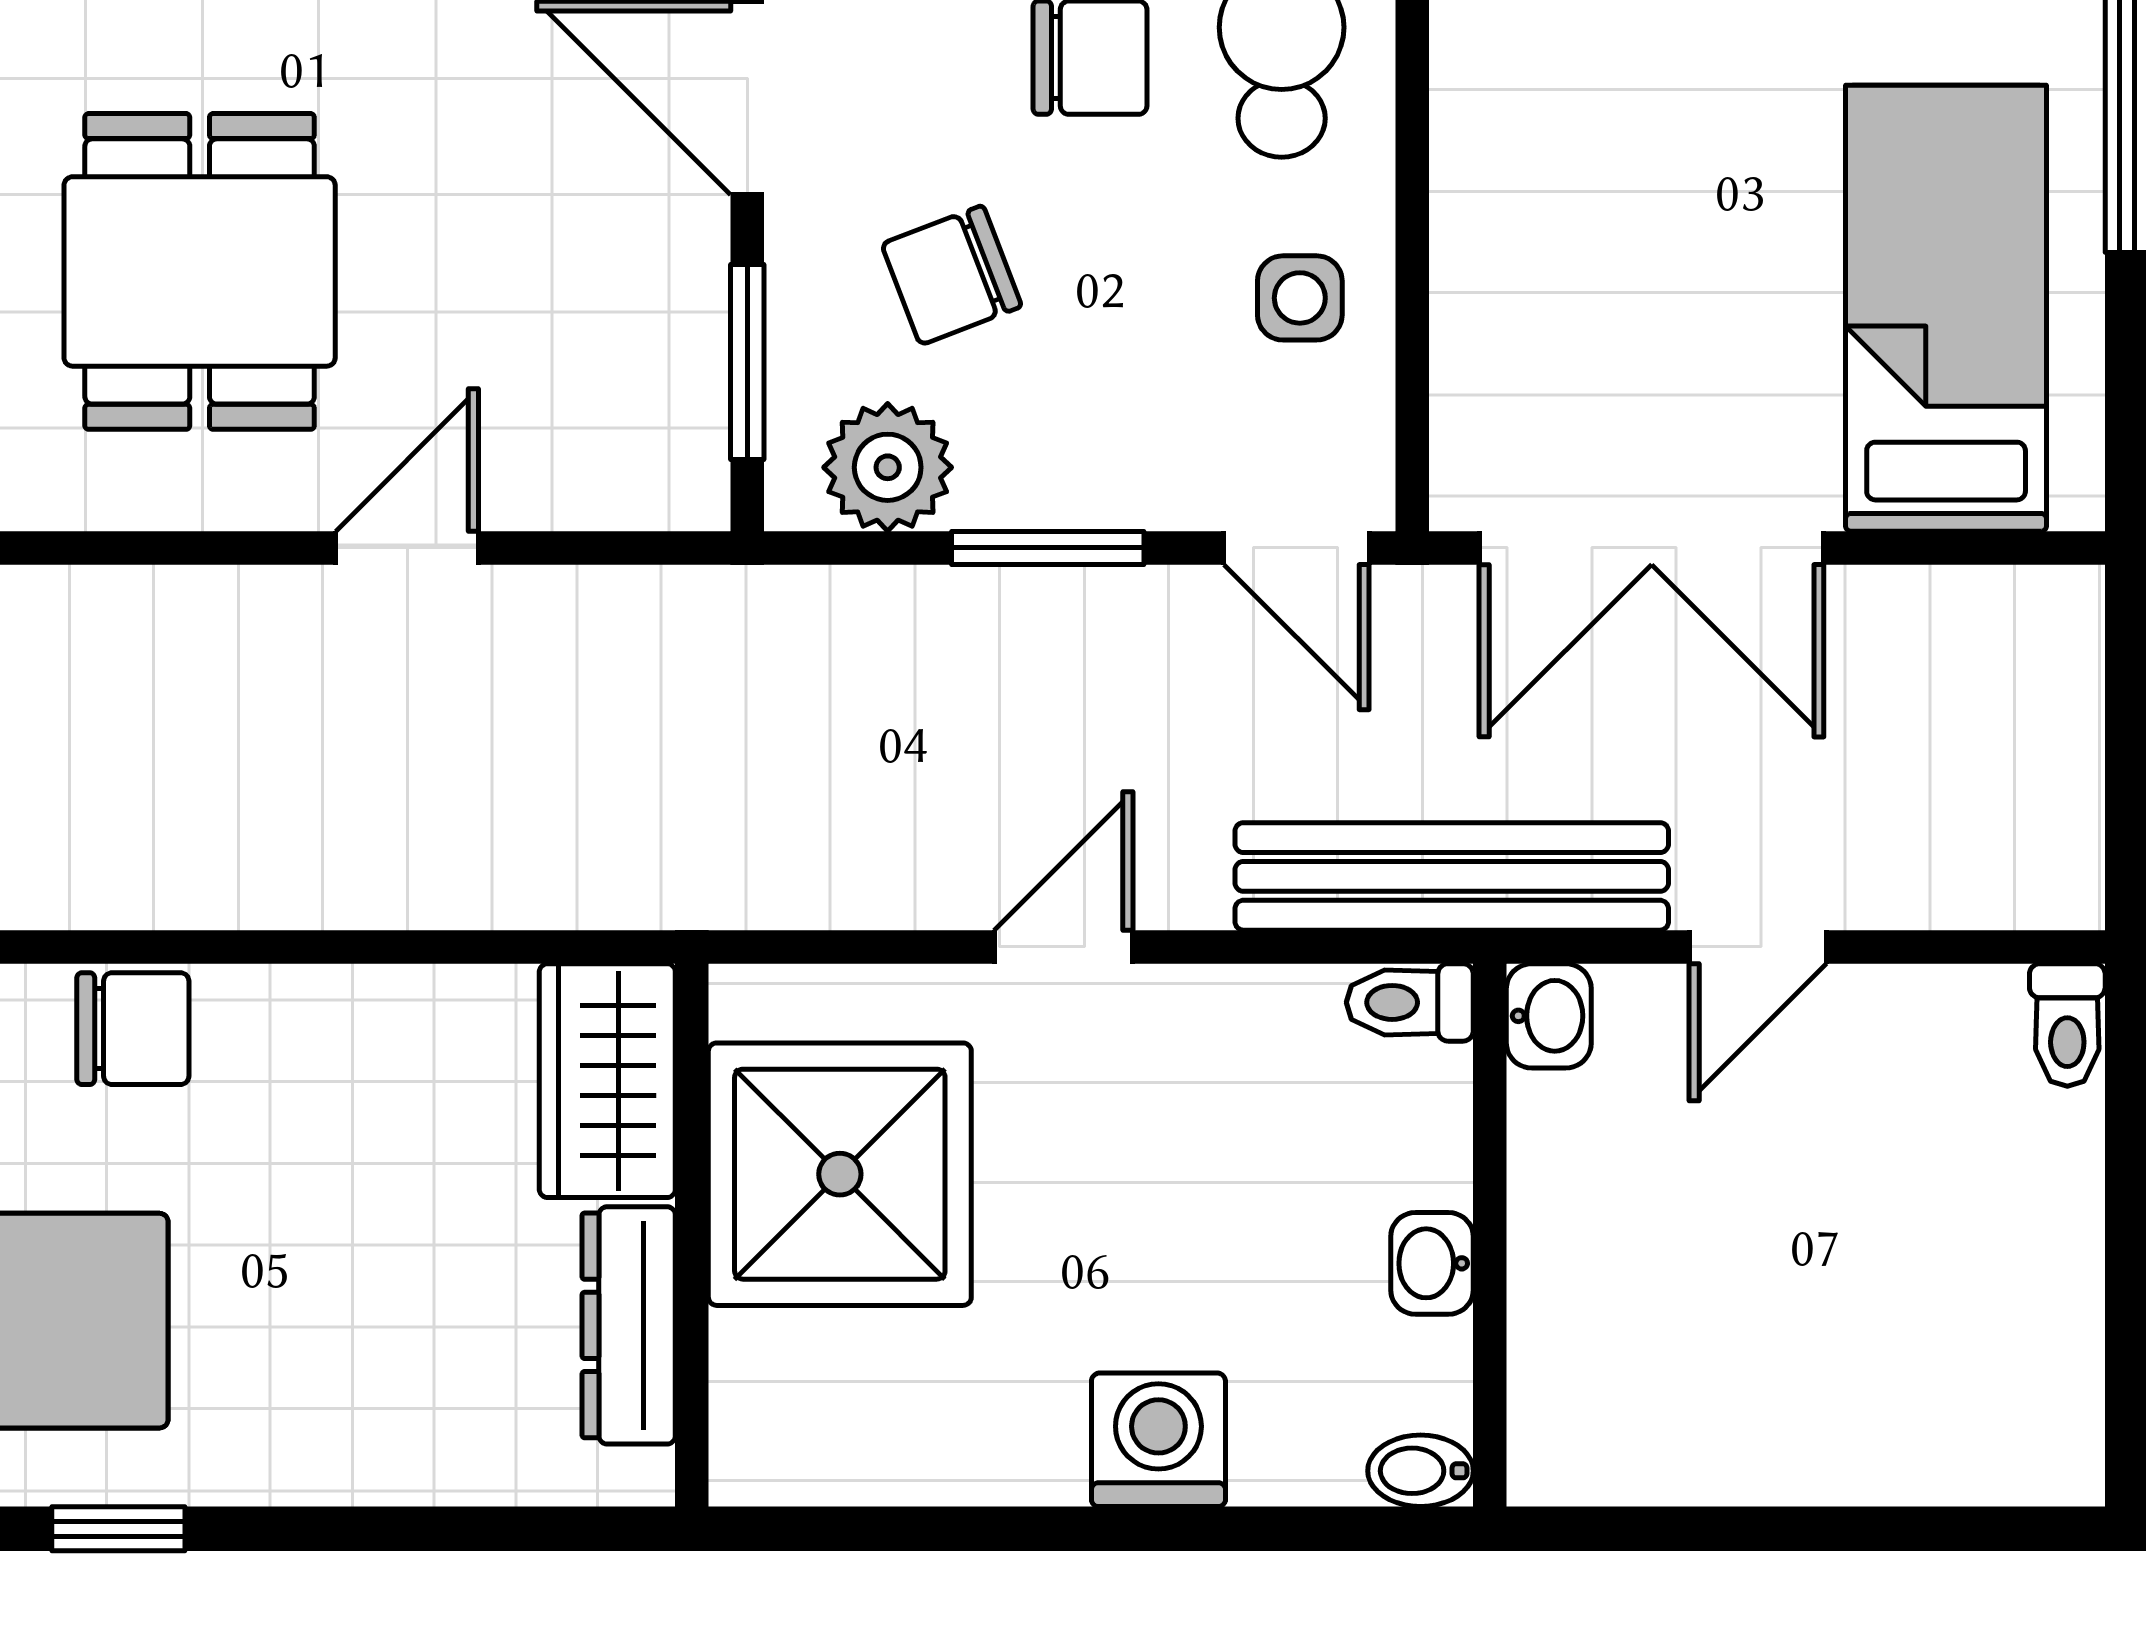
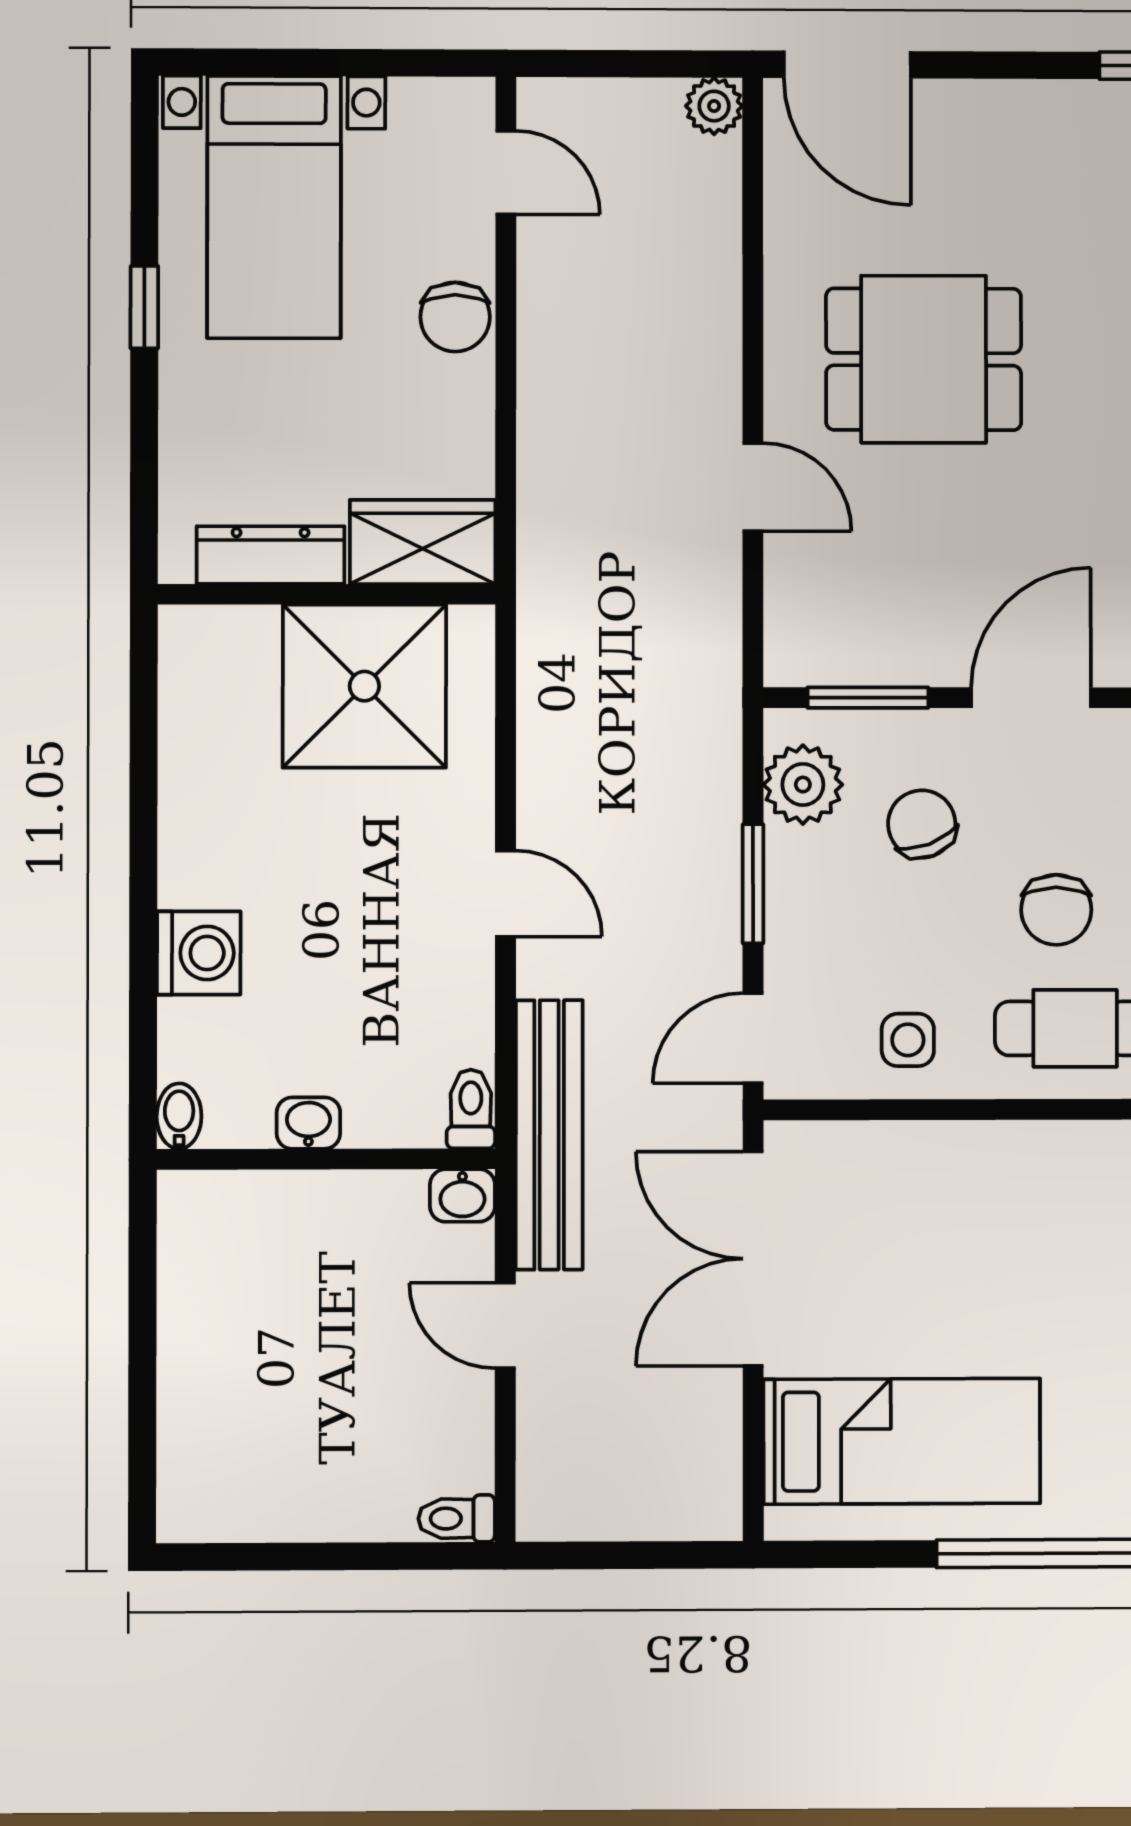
wardrobe: (607, 1081) -> (423, 542), moved
shower: (840, 1174) -> (364, 686), moved
wall: (692, 1235) -> (327, 594), moved
dresser: (629, 1325) -> (271, 555), moved

